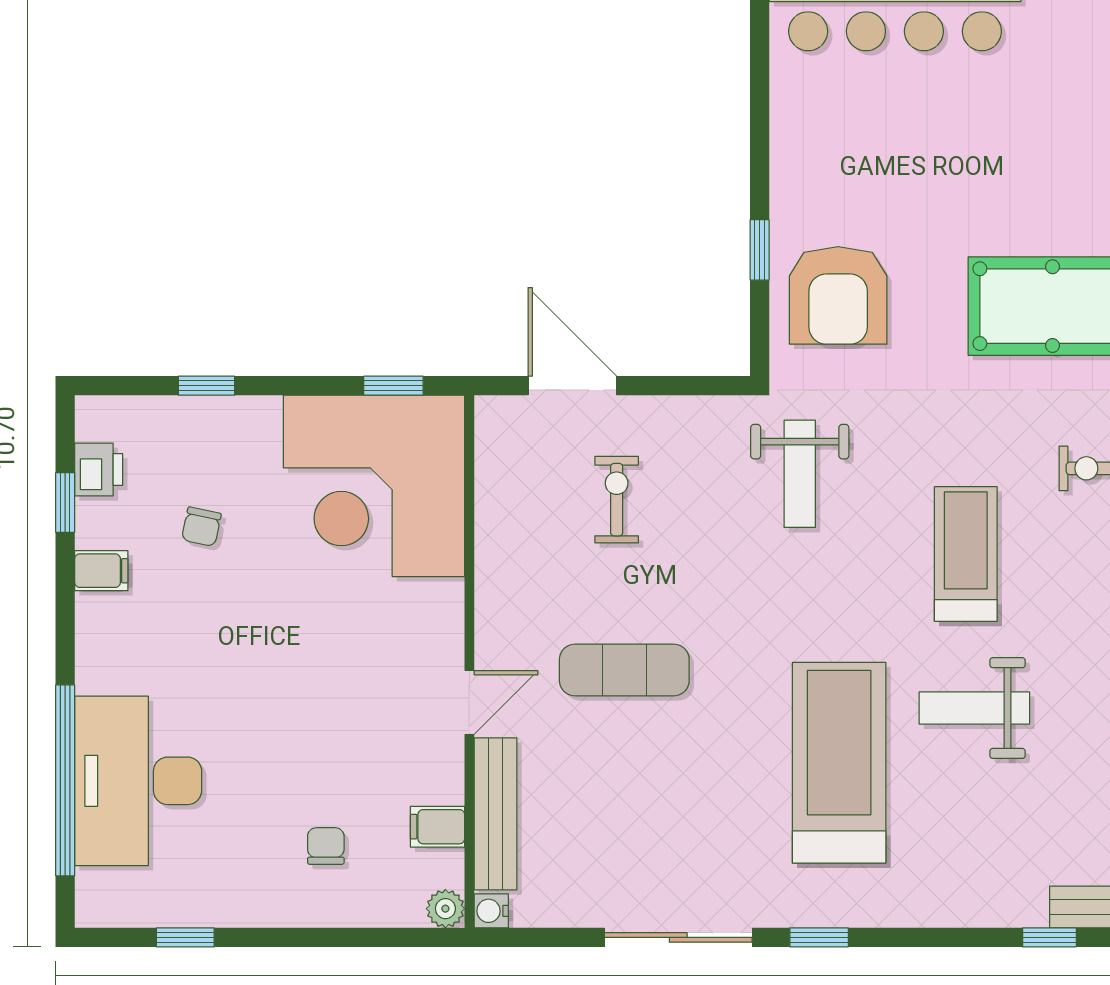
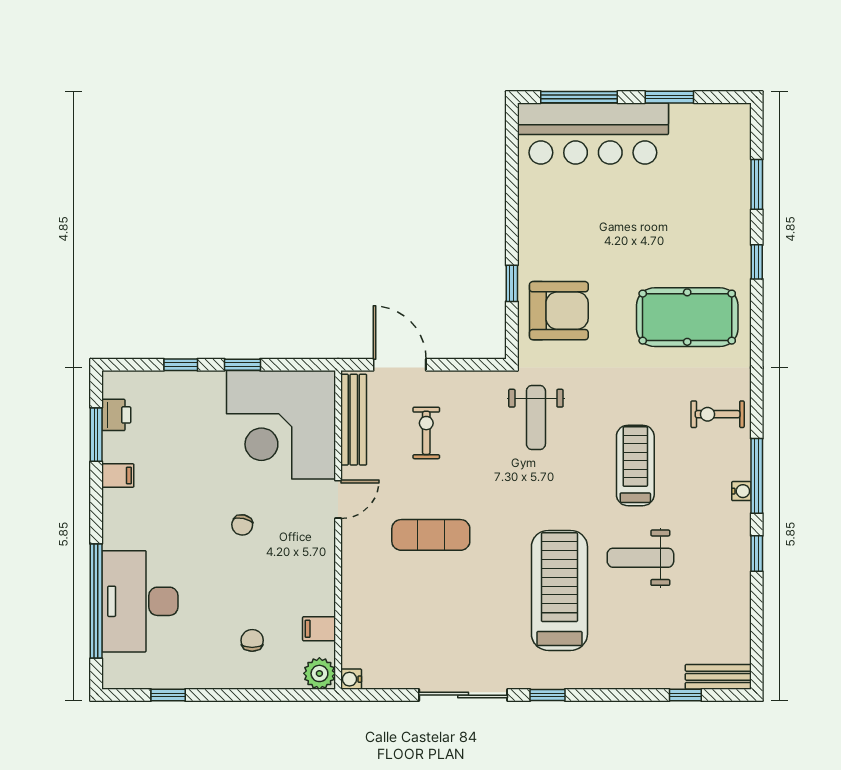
armchair: (838, 295) -> (559, 311), turned -90
window: (393, 386) -> (242, 365), moved
window: (65, 502) -> (96, 435), width x1.50
chair: (201, 527) -> (242, 525), moved
door: (469, 703) -> (338, 499), moved
bench: (495, 814) -> (354, 420), moved
plant: (445, 909) -> (319, 673), width x1.38, depth x1.38

